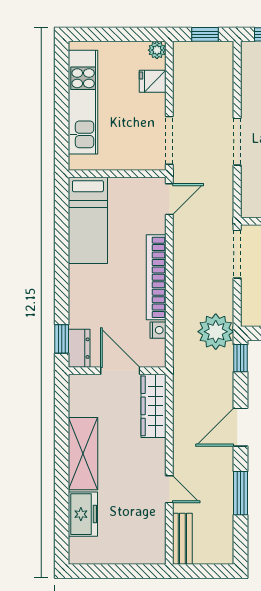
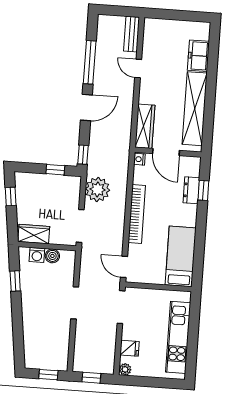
door: (169, 199) -> (124, 267), hinge flipped
nightstand: (158, 330) -> (139, 159), moved
plant: (216, 332) -> (98, 189), moved
window: (62, 339) -> (203, 190), moved
dresser: (79, 348) -> (191, 190), moved
shelving: (83, 454) -> (195, 109), width x1.47
window: (241, 493) -> (90, 62), width x1.44

